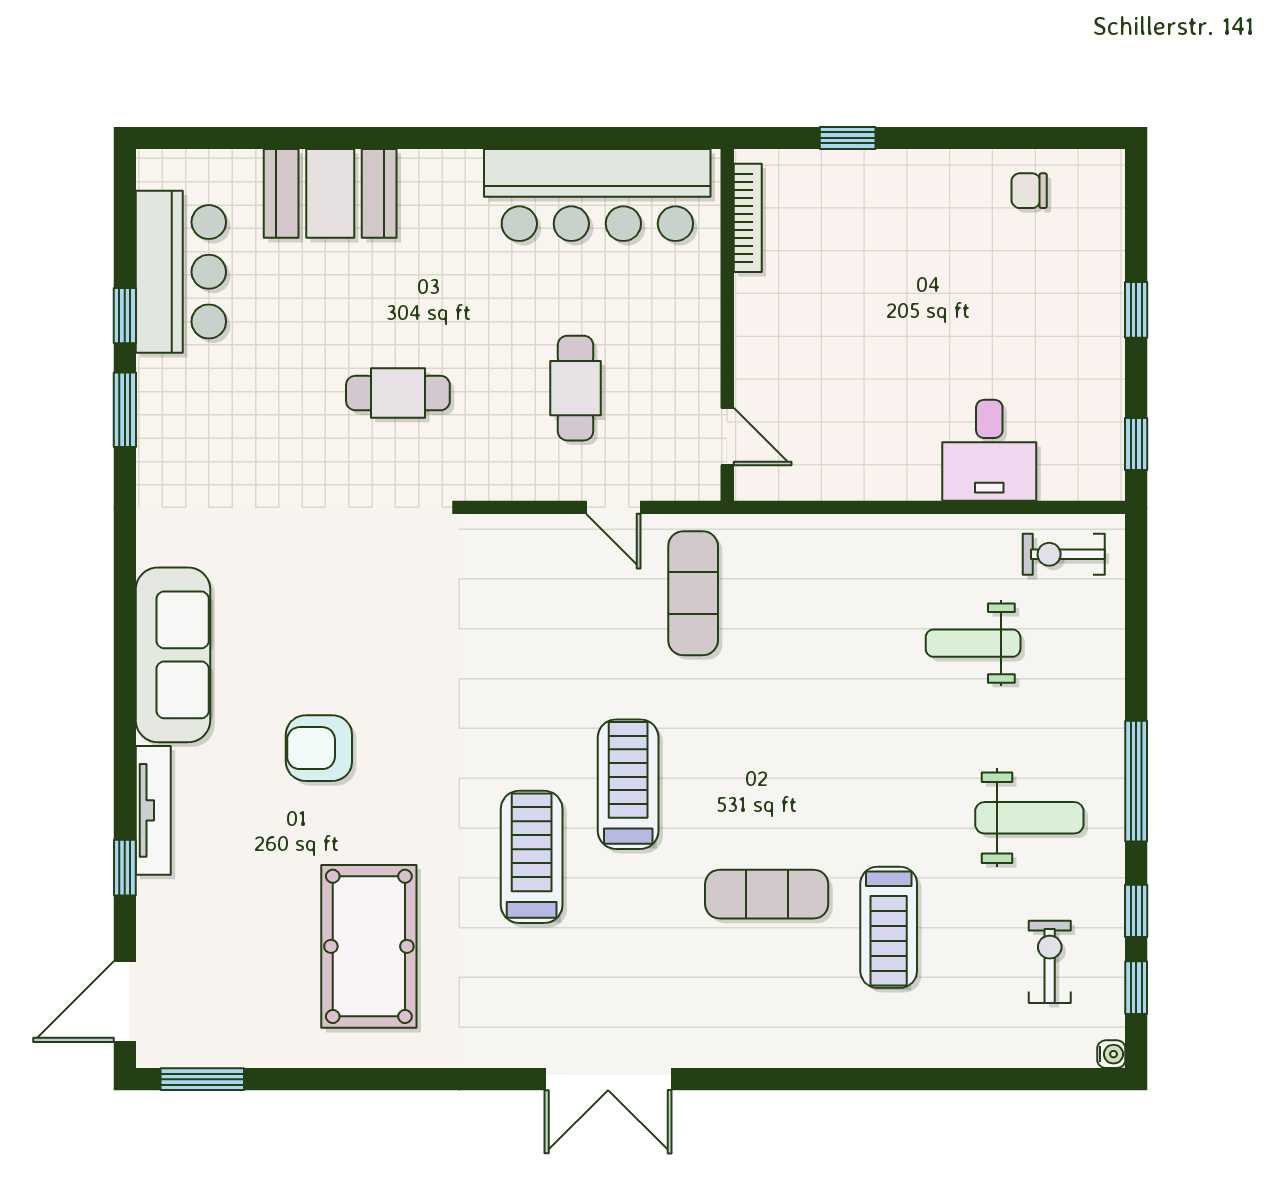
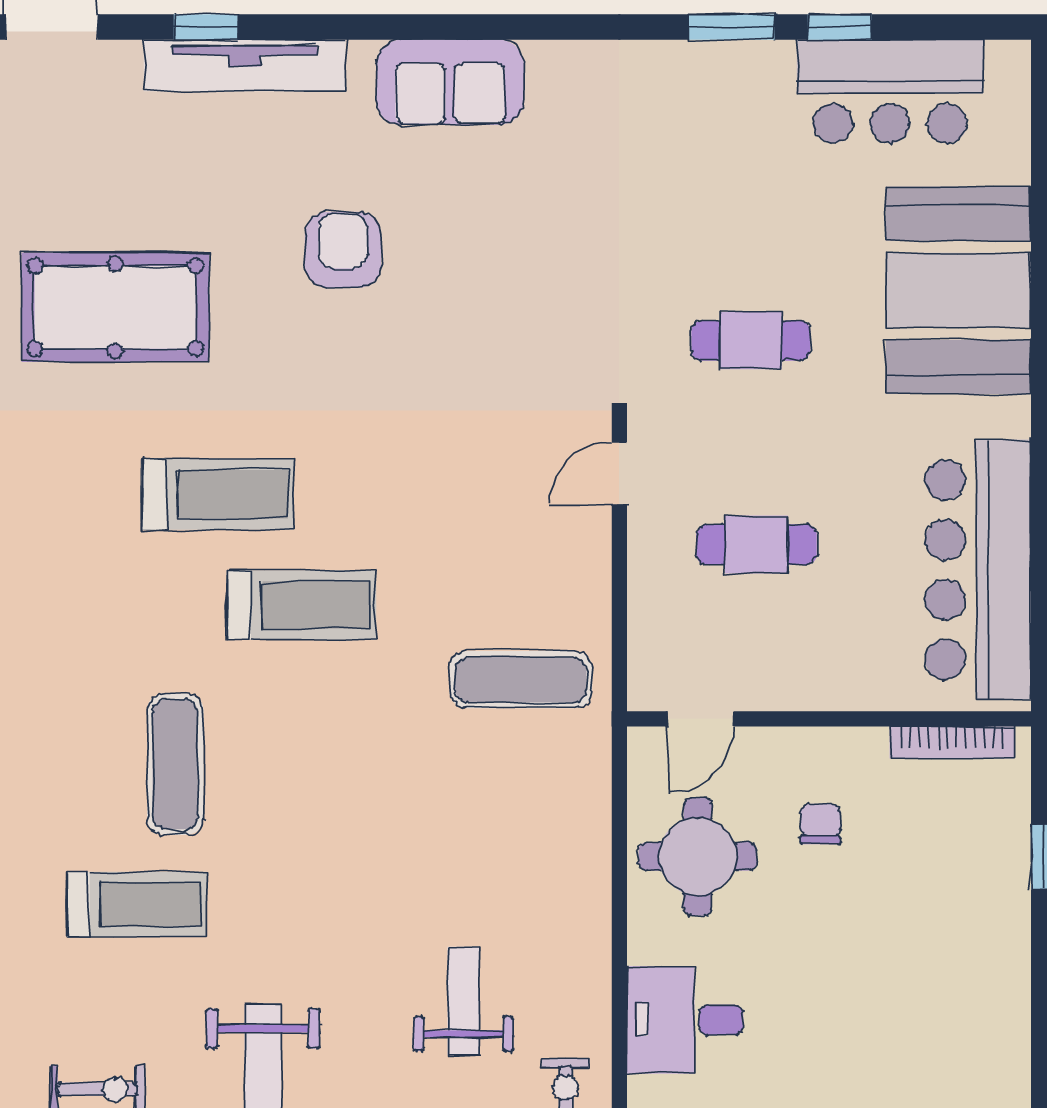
chair: (1029, 191) -> (820, 824), moved
booth: (330, 193) -> (958, 290), width x1.36, depth x1.42
cafe table: (398, 393) -> (751, 341), turned 90
round table: (847, 439) -> (698, 856), added
door: (613, 507) -> (619, 473), moved
sofa: (173, 655) -> (450, 82), width x0.73
tv unit: (153, 810) -> (245, 65), width x1.36, depth x1.29
treadmill: (889, 927) -> (137, 904), turned 180

